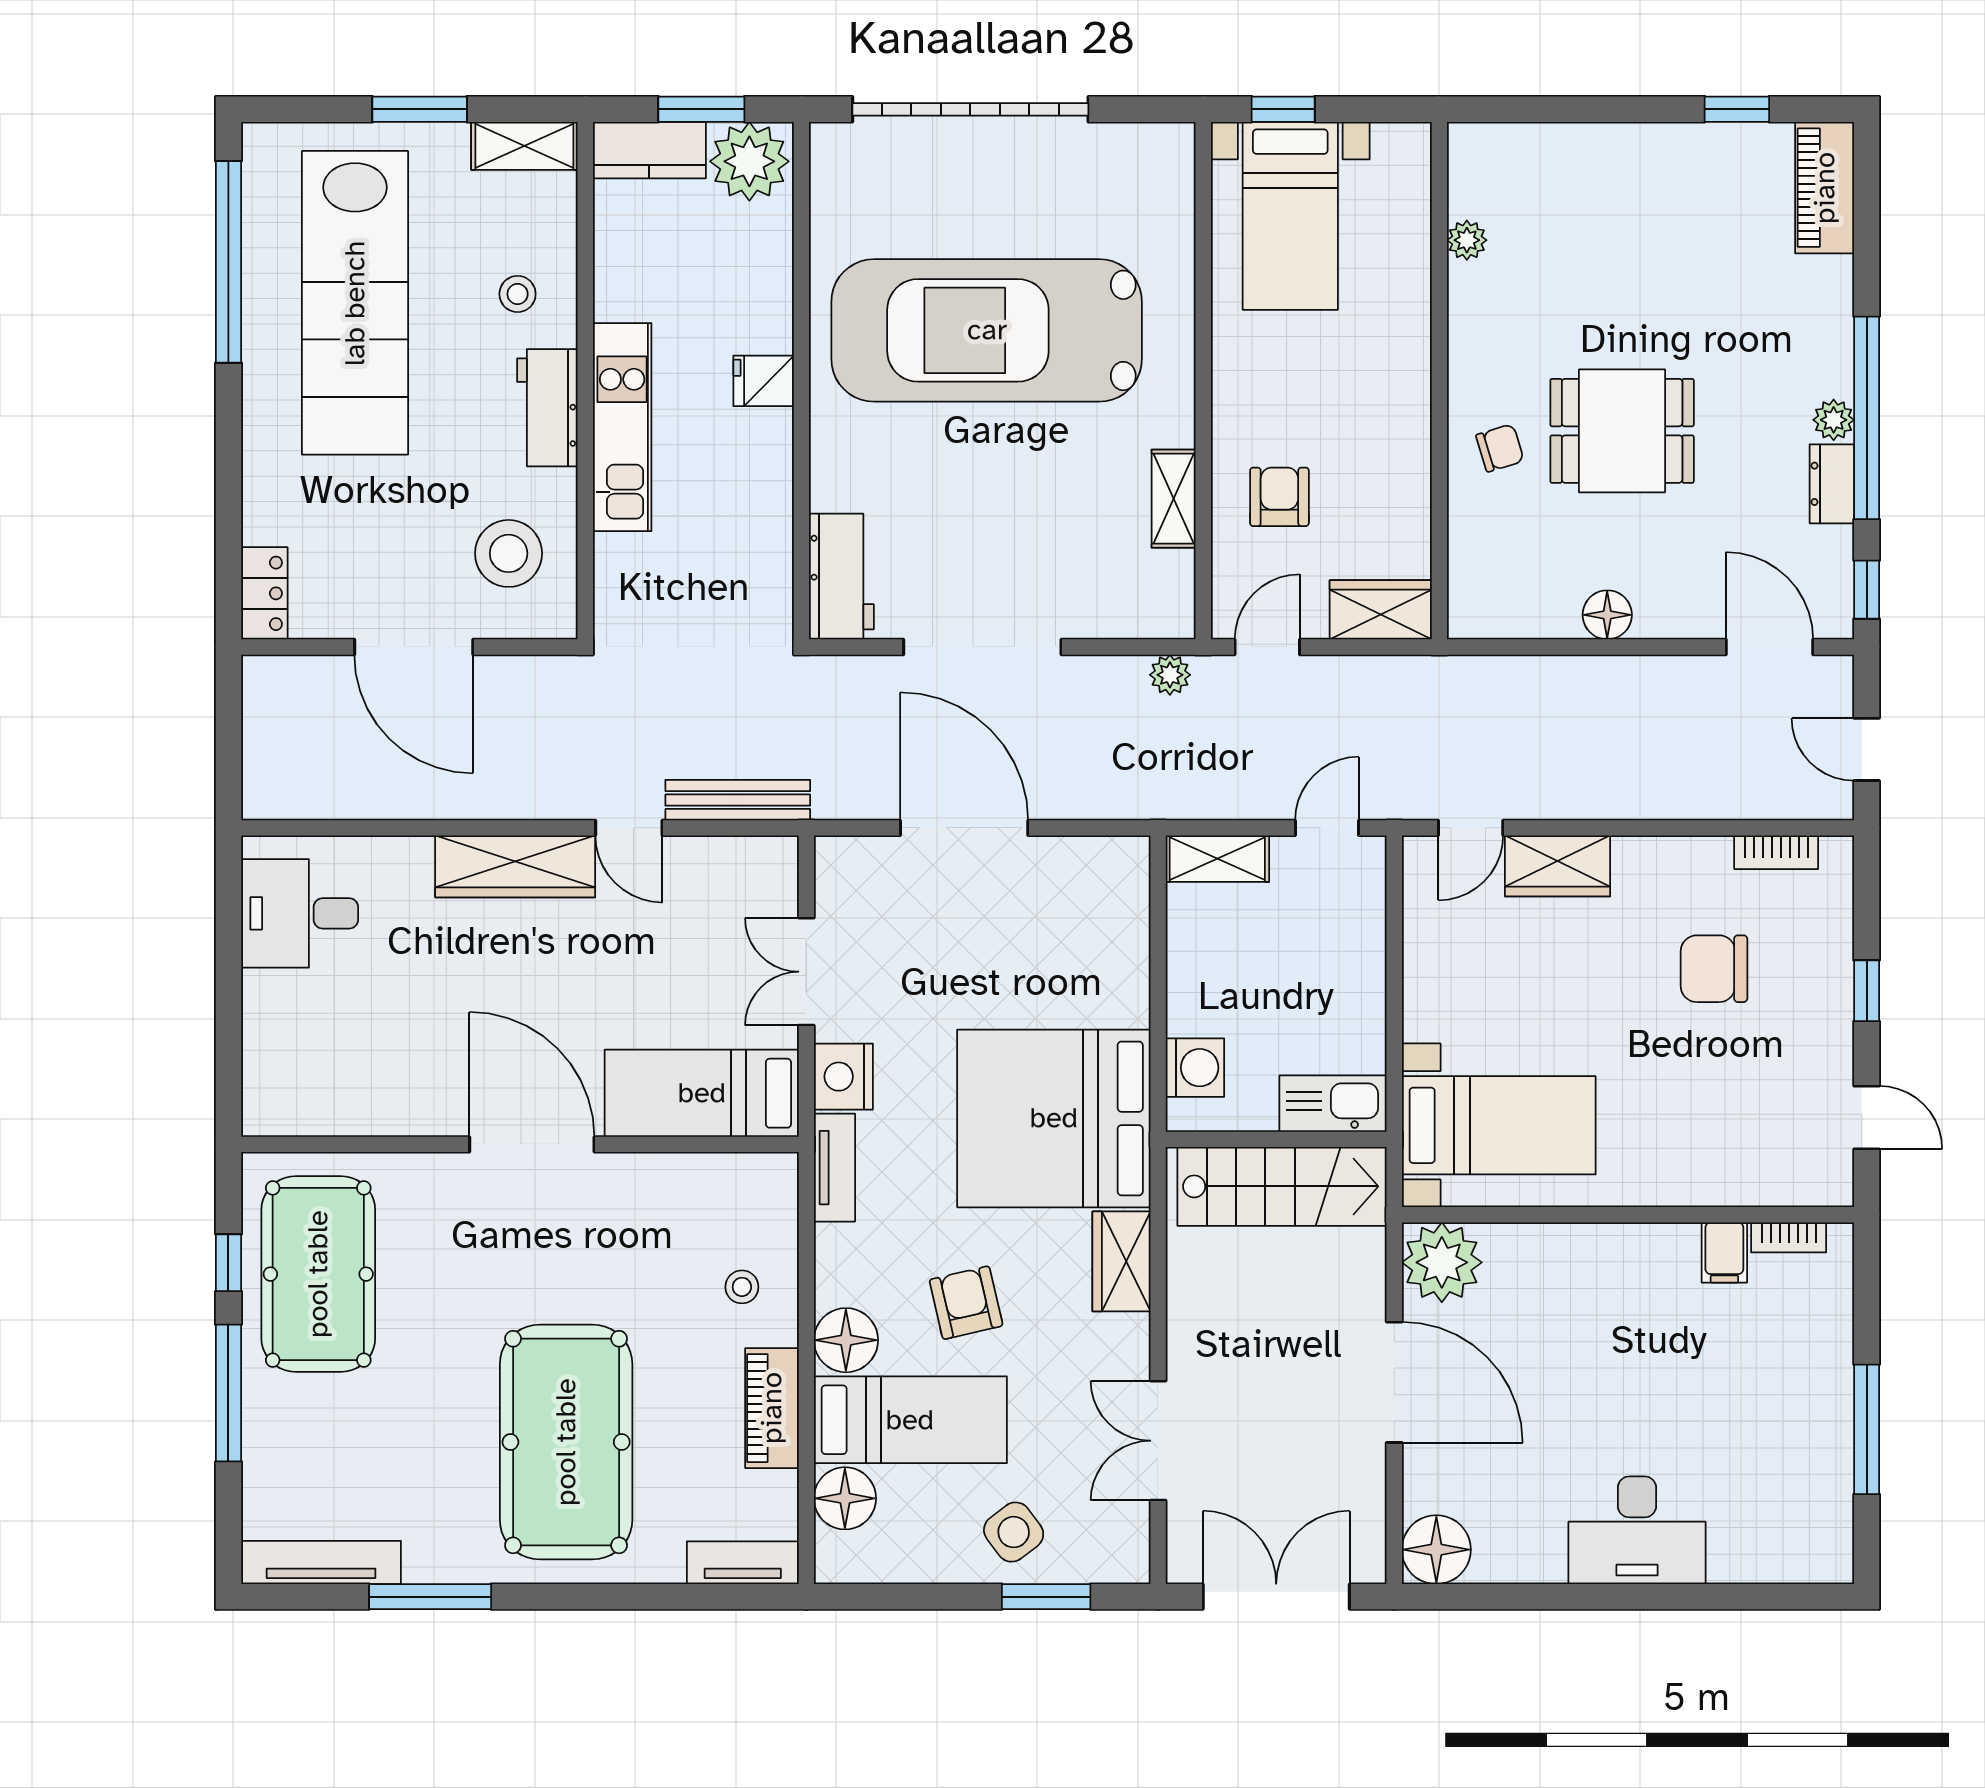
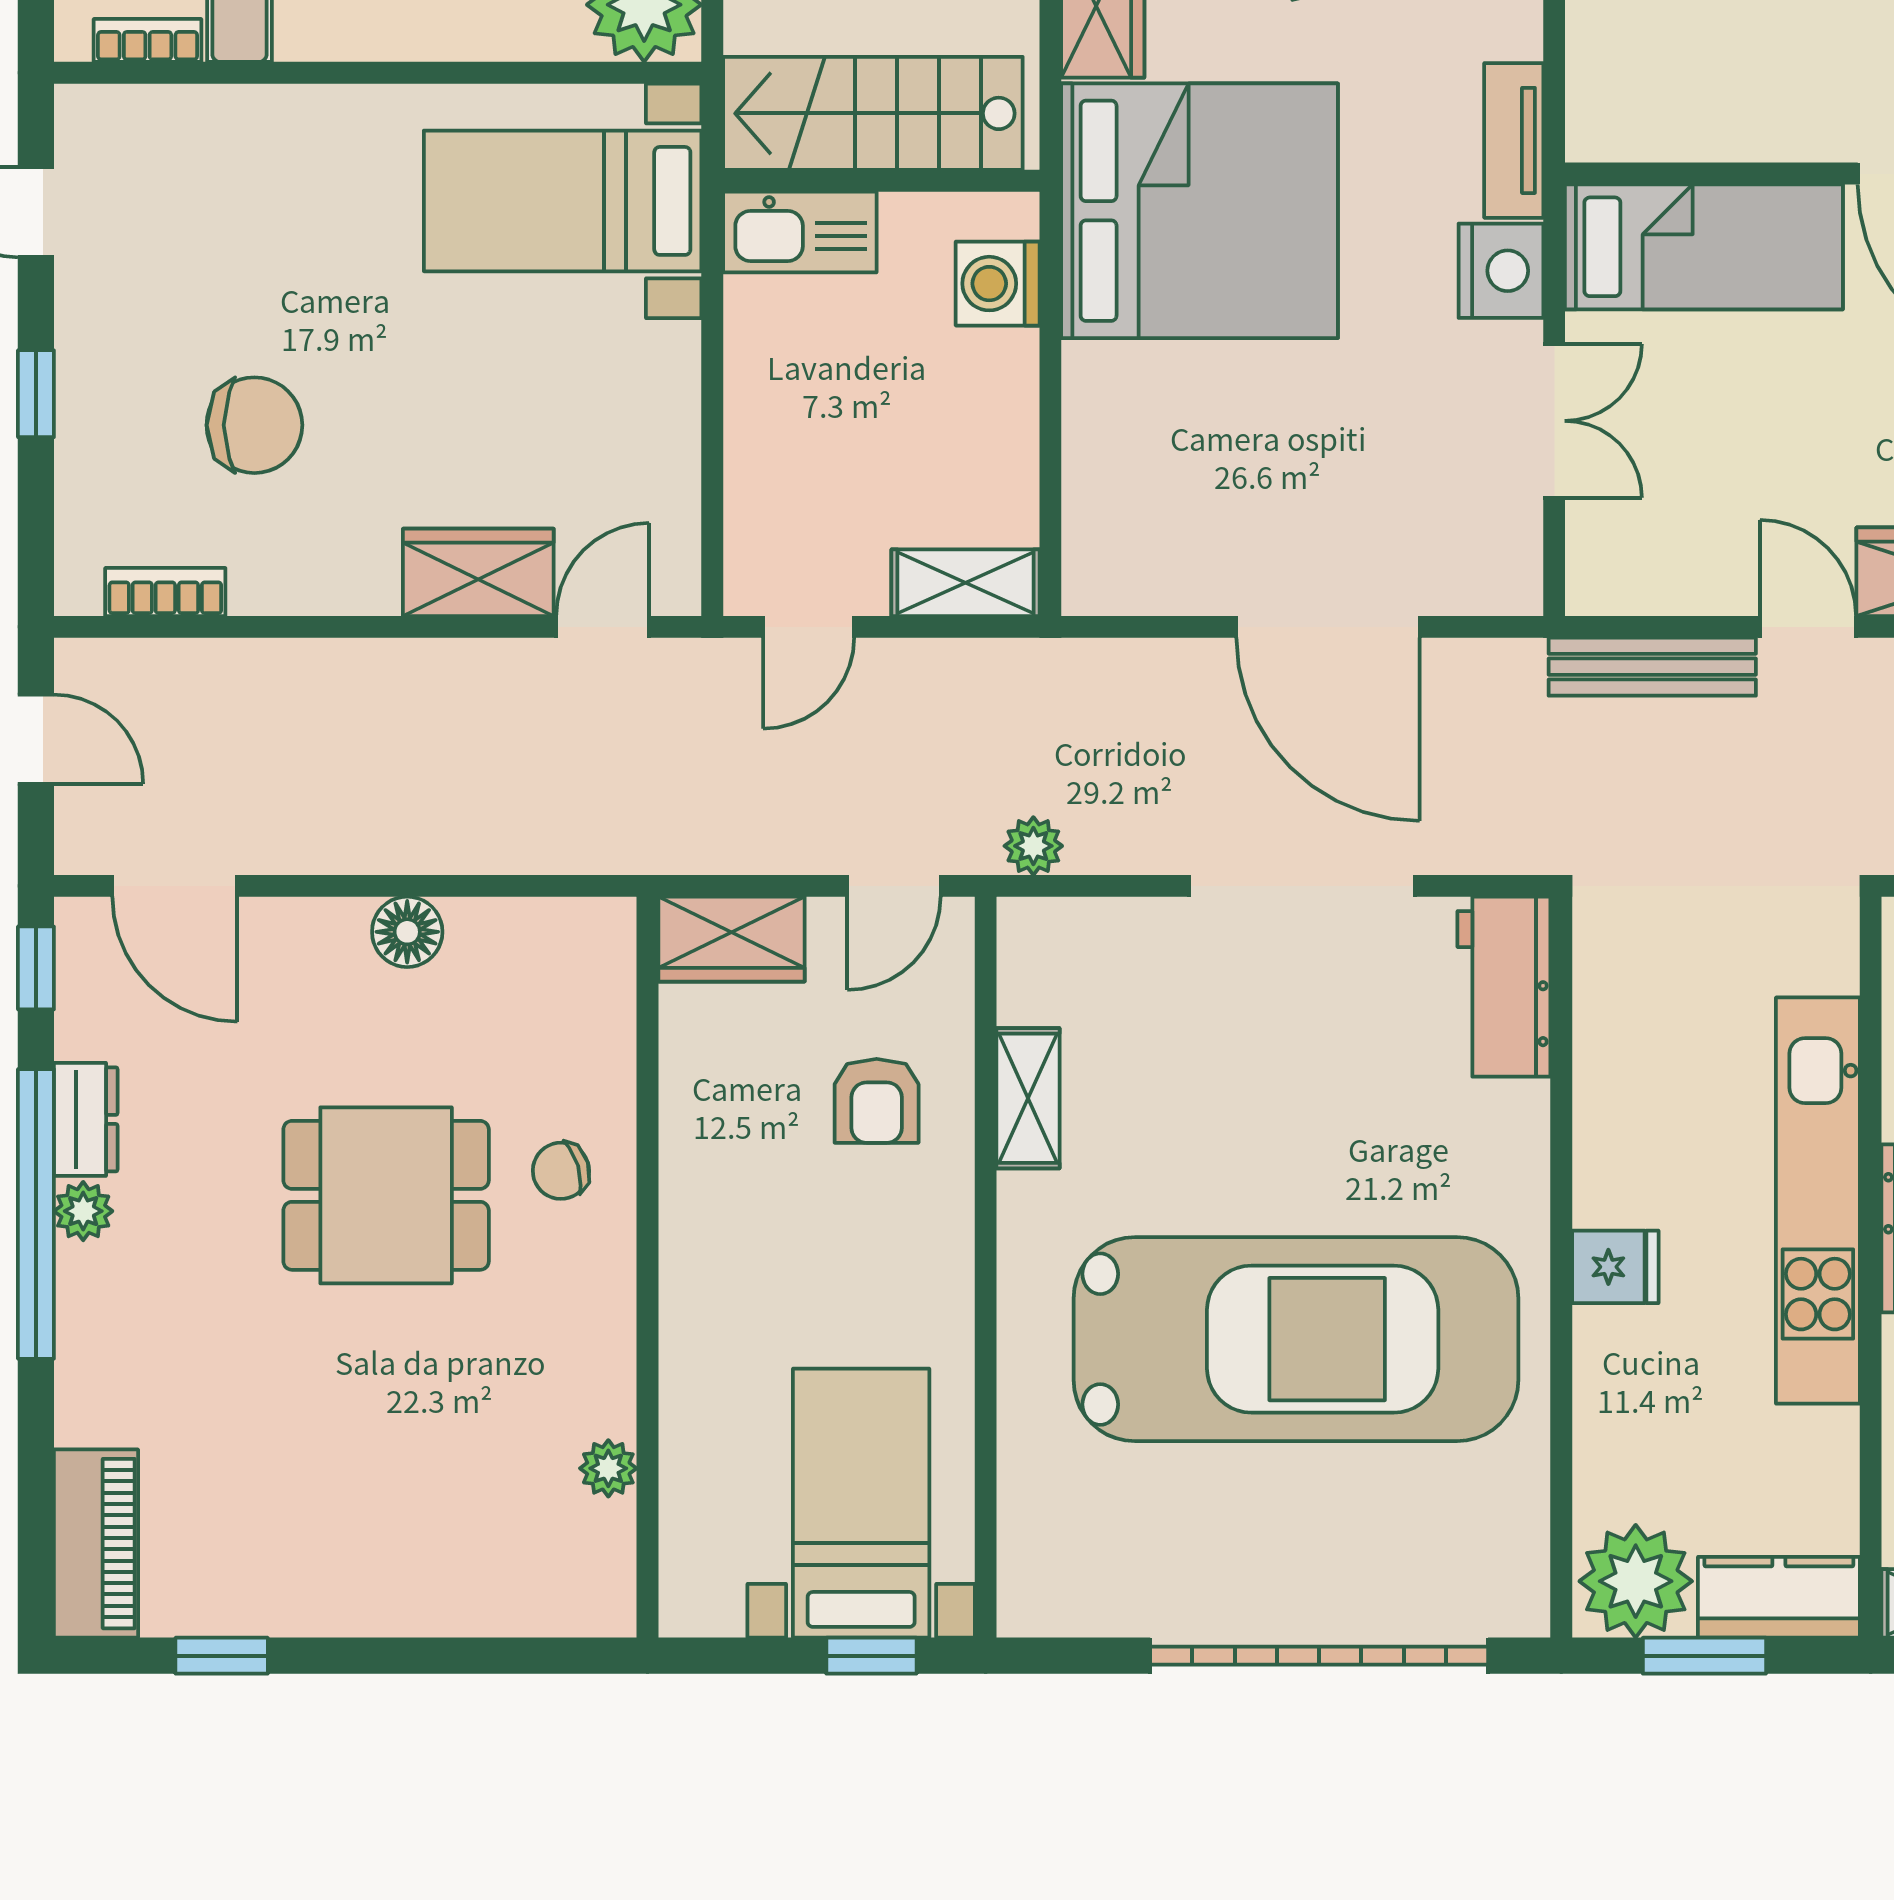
kitchen unit: (622, 427) -> (1818, 1201), width x1.36

